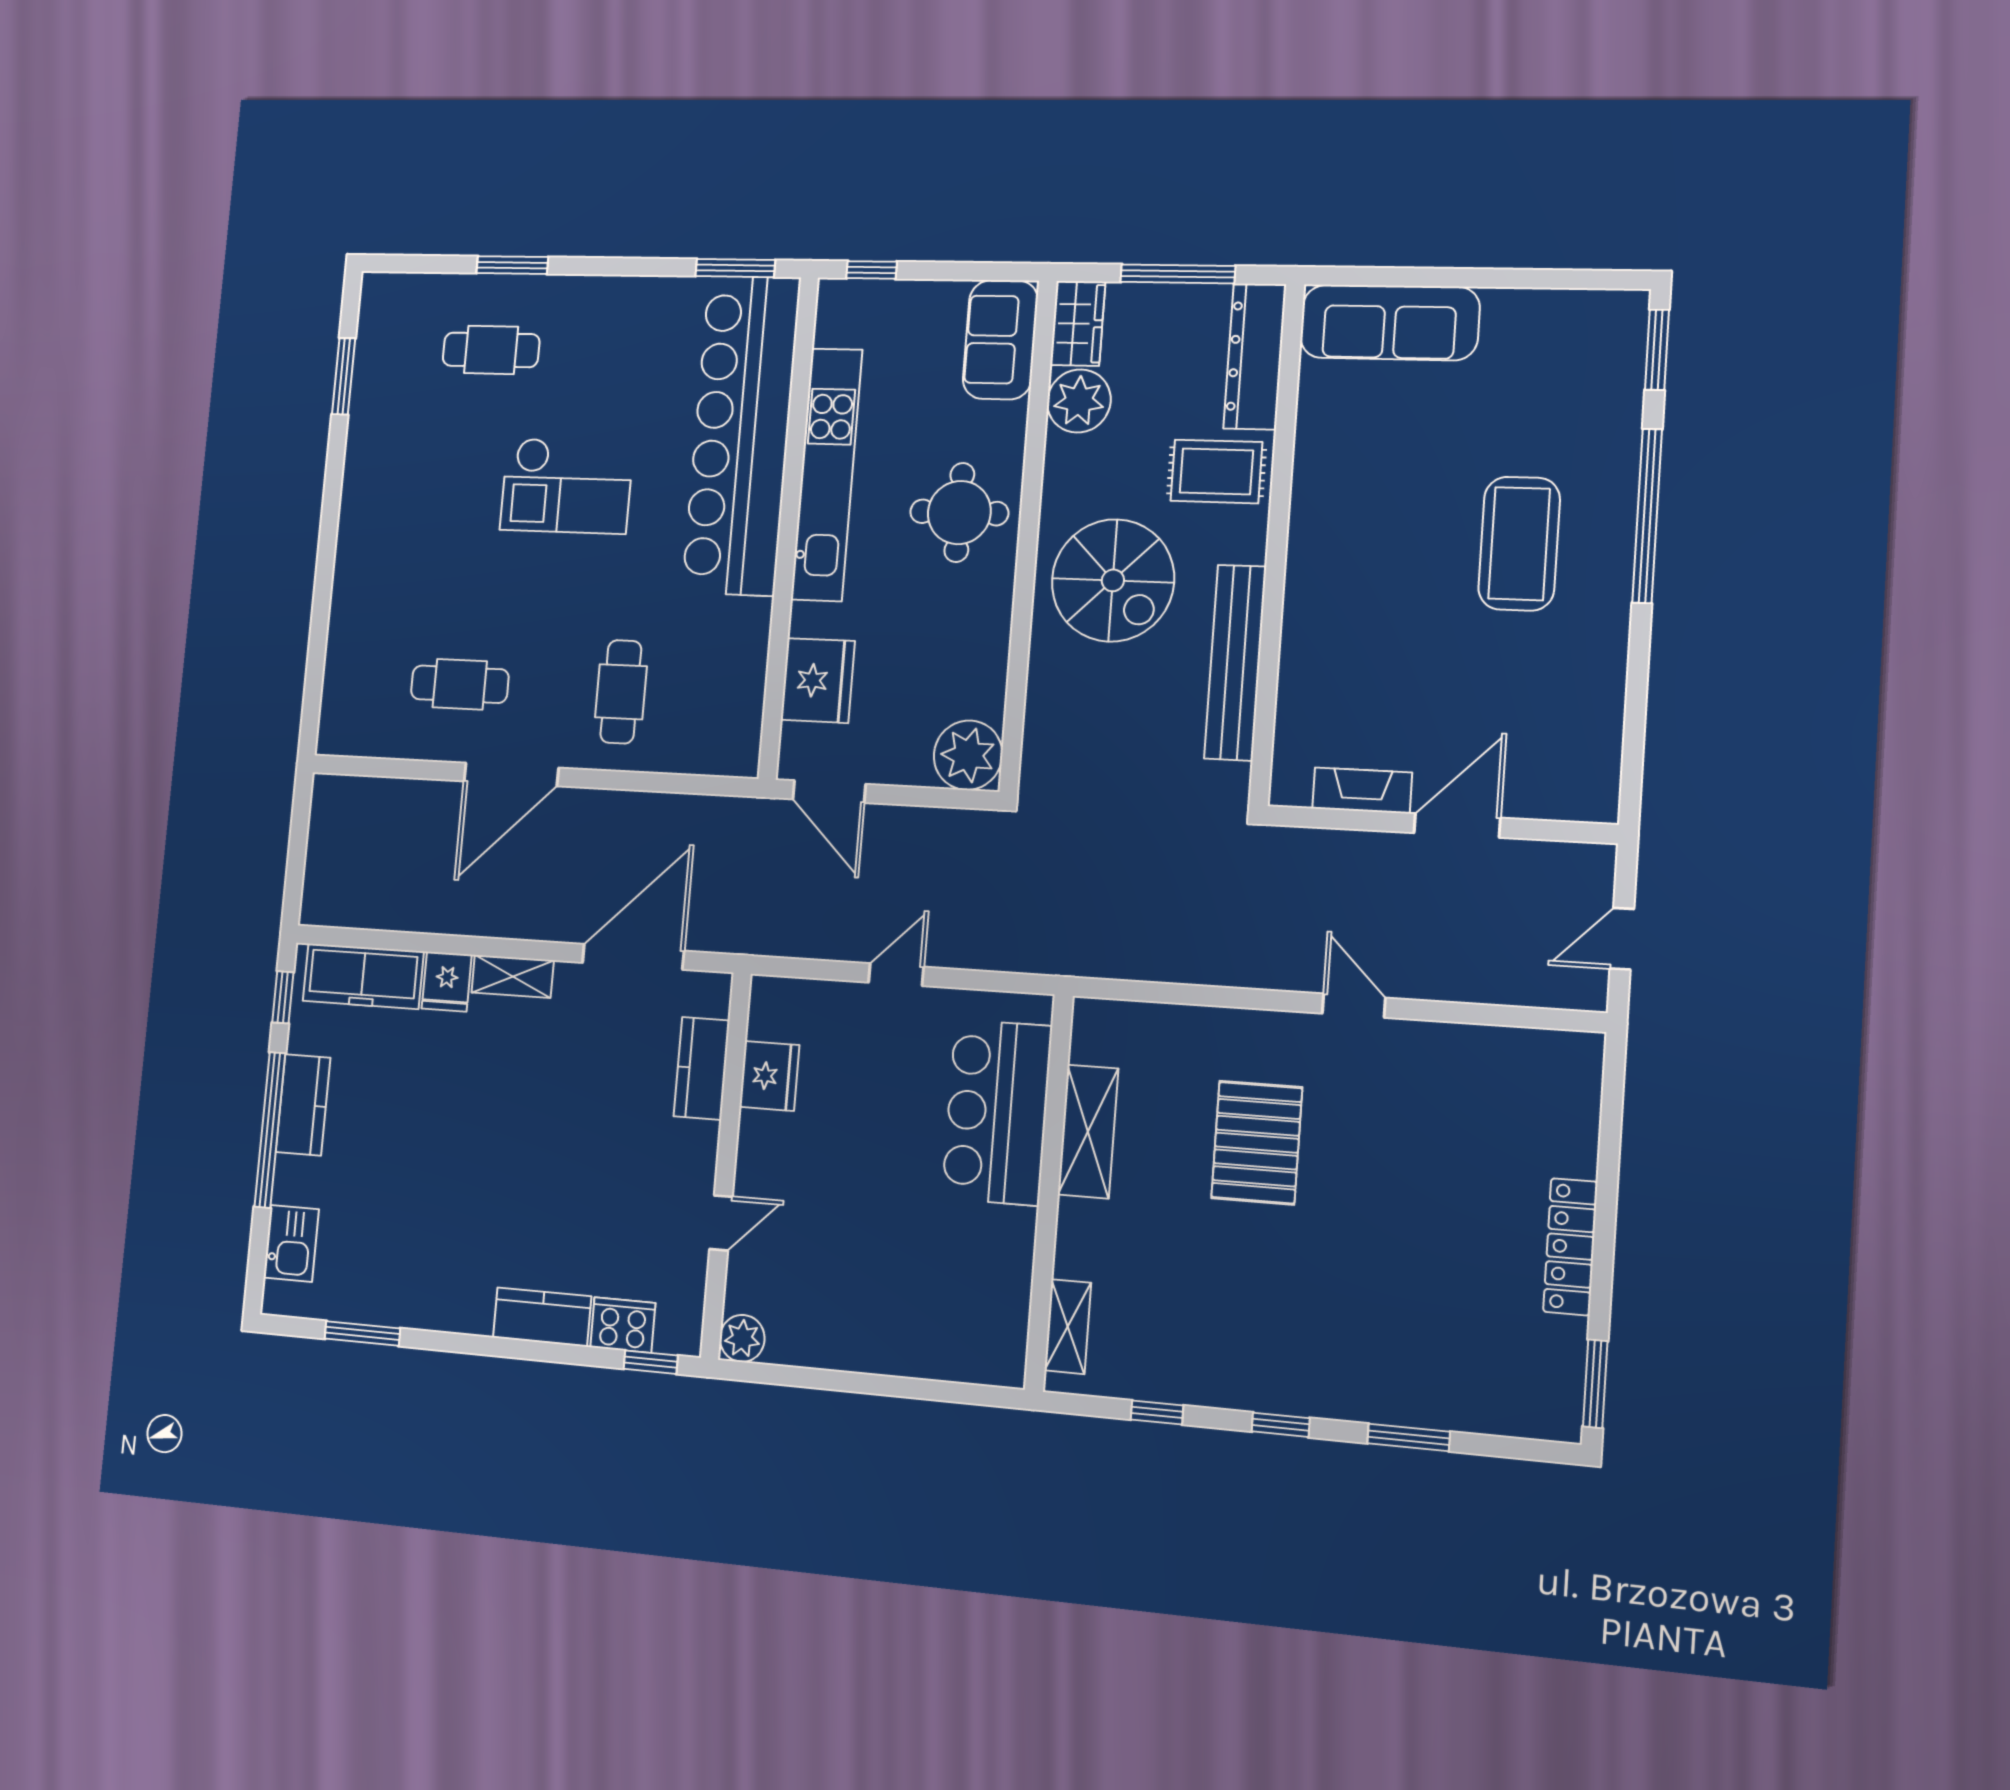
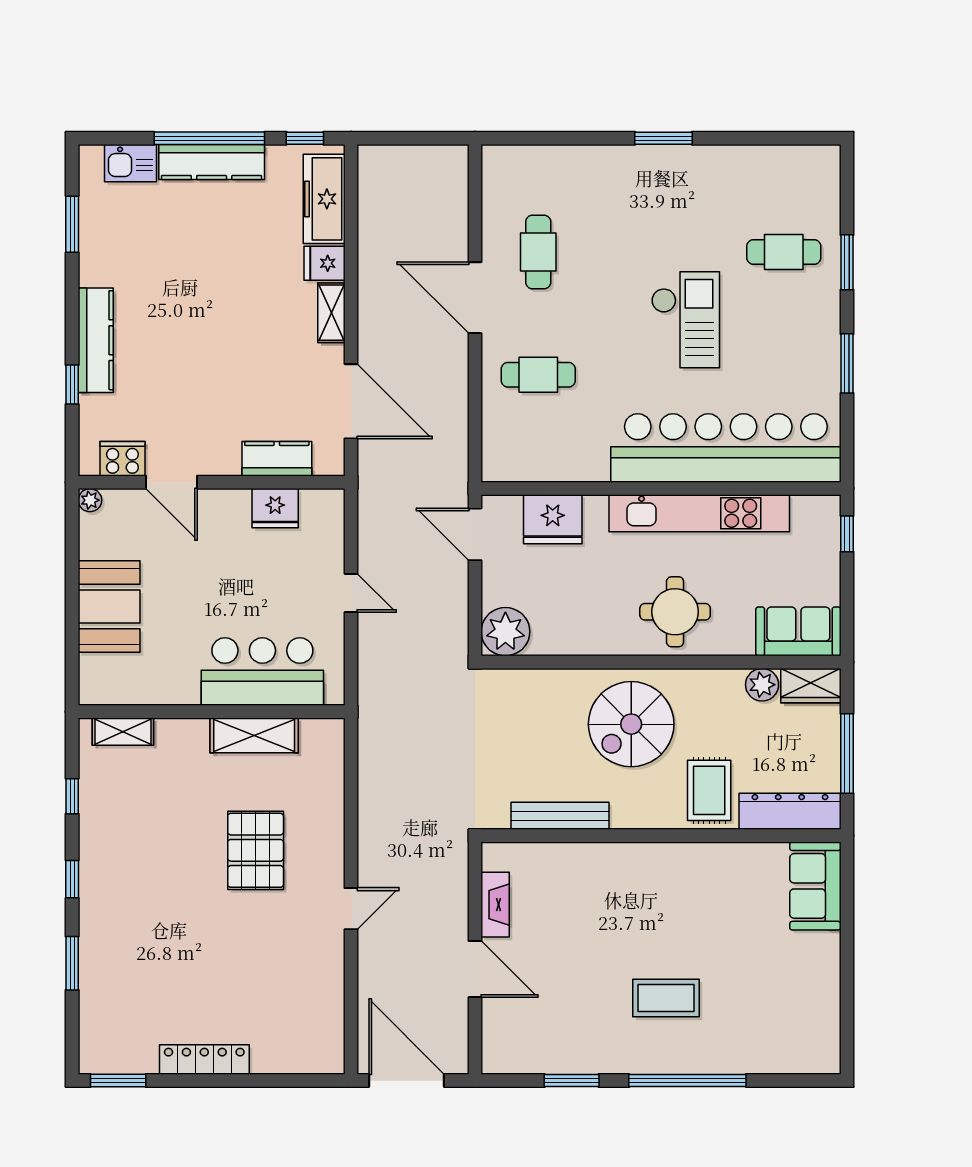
window: (735, 268) -> (847, 363), moved
sofa: (1390, 322) -> (815, 886), width x0.73
cafe table: (491, 350) -> (784, 252), turned 90
window: (1657, 350) -> (572, 1081), moved
window: (344, 376) -> (664, 138), moved
plant: (1079, 401) -> (762, 685), width x0.73, depth x0.73
checkout: (567, 486) -> (685, 320), turned 180
coffee table: (1519, 544) -> (666, 998), width x0.73, depth x0.76
bench: (1235, 662) -> (560, 816), width x0.73, depth x0.82
door: (829, 792) -> (475, 534), hinge flipped
door: (1622, 939) -> (406, 1081), width x1.88
kitchen counter: (303, 1105) -> (212, 162), width x1.50
pallet: (1257, 1143) -> (256, 850), turned 90
door: (721, 1223) -> (172, 482), width x1.38
kitchen counter: (542, 1317) -> (96, 340), width x1.50
cooker: (623, 1325) -> (122, 459), moved, turned -90
booth: (887, 1330) -> (109, 607), added
plant: (742, 1338) -> (90, 500), width x0.73, depth x0.73
window: (651, 1362) -> (72, 385), moved

